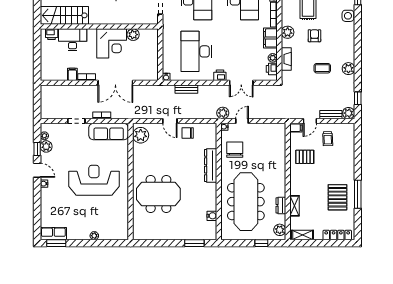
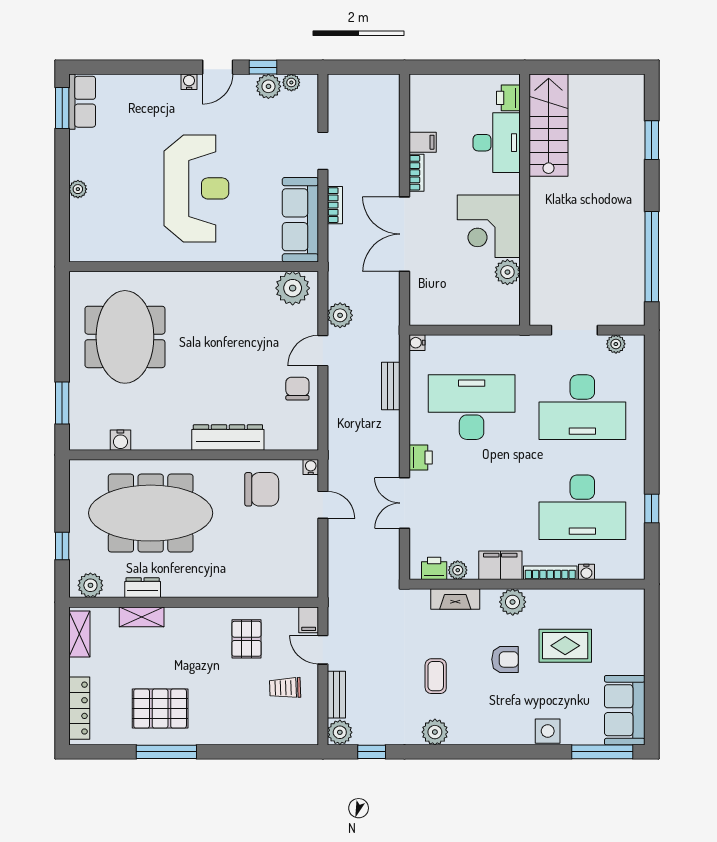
plant: (223, 113) -> (340, 315), moved
meeting table: (158, 194) -> (125, 337), moved

